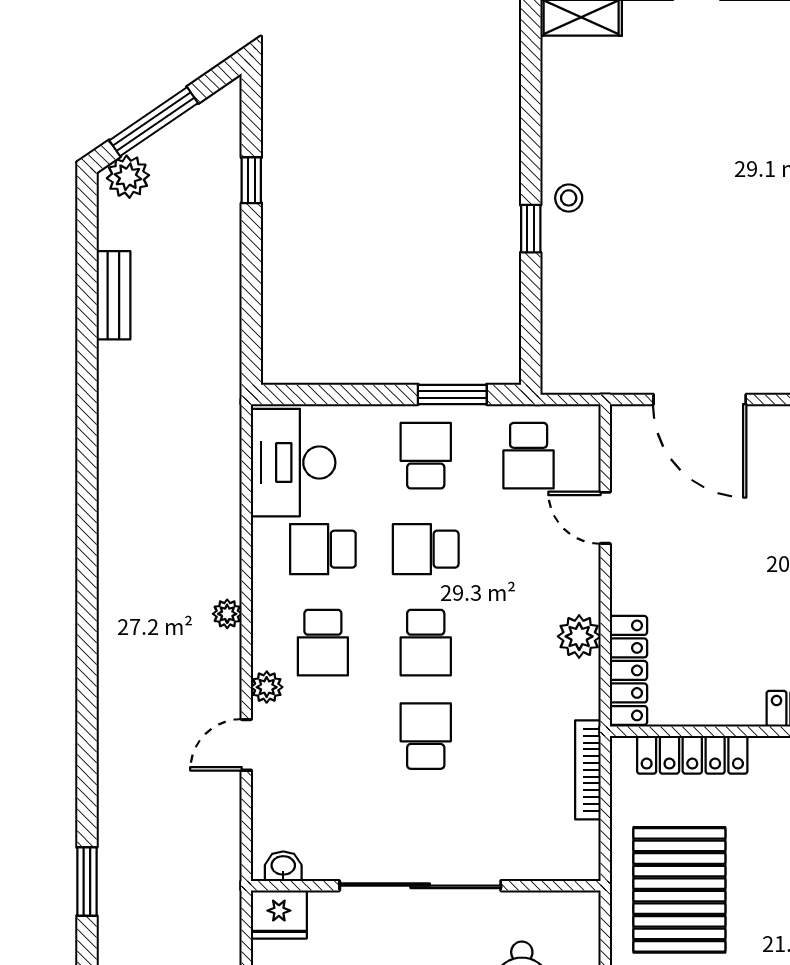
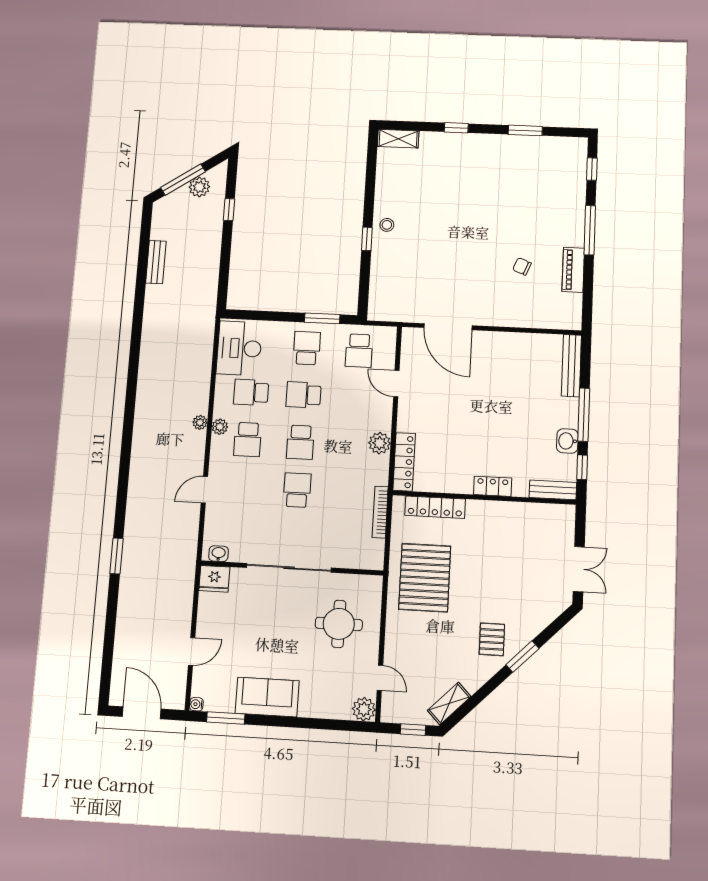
plant: (128, 177) -> (199, 187), moved
plant: (267, 687) -> (220, 427), moved

